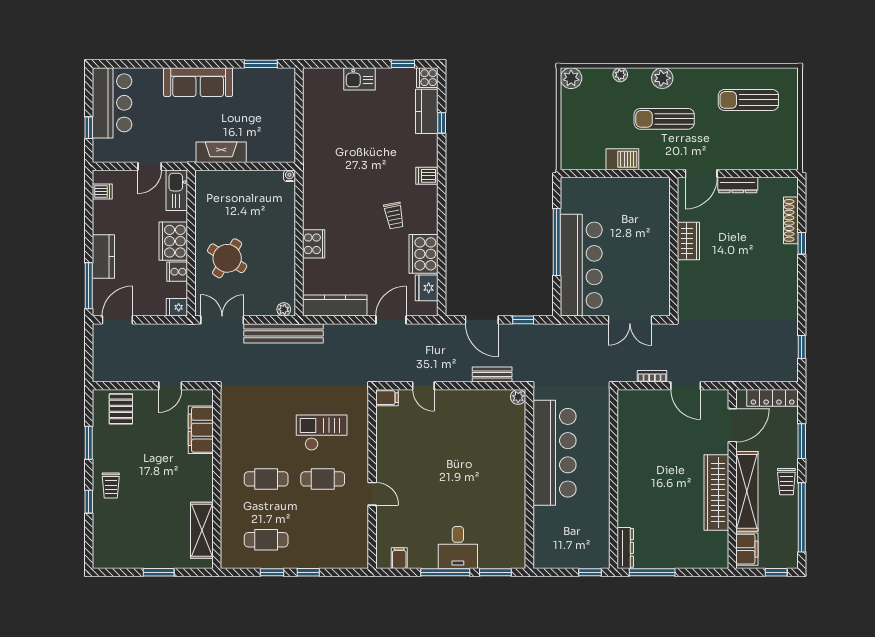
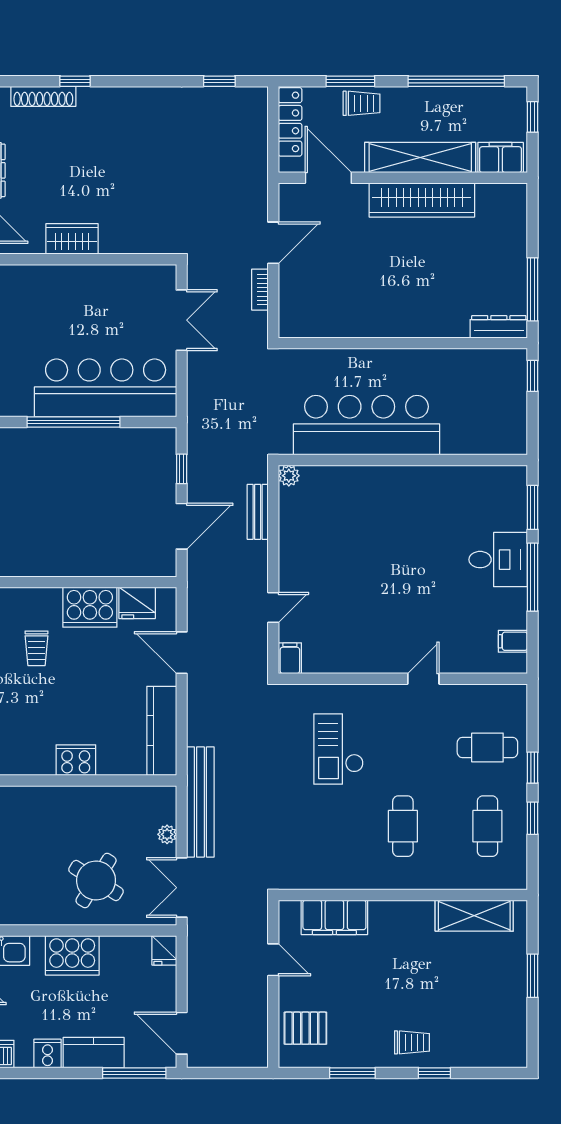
trolley: (394, 216) -> (37, 648), turned 101
cooker: (177, 272) -> (48, 1054), moved, turned 180
plant: (284, 309) -> (167, 834), moved
cafe table: (323, 479) -> (487, 747), moved, turned 90
trolley: (786, 482) -> (362, 103), moved

